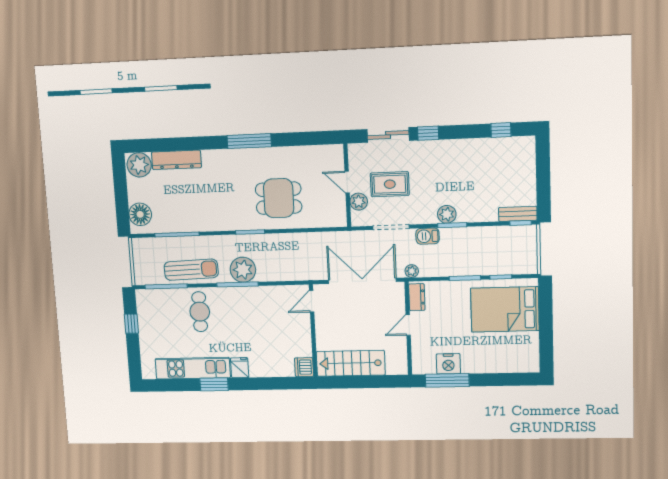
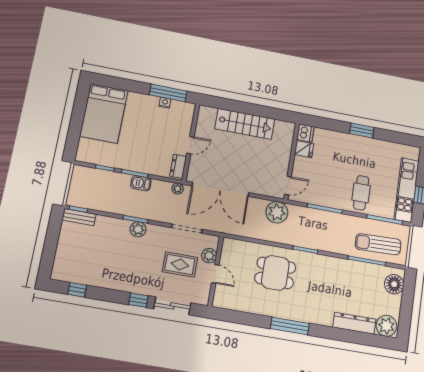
barbecue: (428, 236) -> (141, 183), moved, turned 180
sun lounger: (191, 270) -> (378, 244), moved
plant: (243, 270) -> (277, 212), moved
door: (312, 301) -> (288, 186), moved
bed: (505, 309) -> (104, 113), moved, turned 90
wall: (313, 331) -> (292, 161), moved
nightstand: (448, 364) -> (165, 103), width x0.53, depth x0.56
dishwasher: (304, 367) -> (305, 133), moved
kitchen unit: (193, 368) -> (406, 190), moved, turned 90
fridge: (240, 368) -> (304, 149), moved, turned -90

